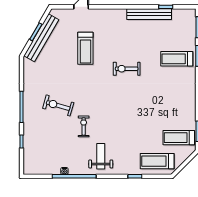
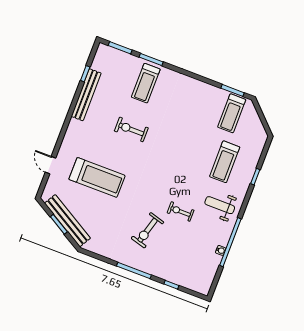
treadmill: (85, 48) -> (97, 177), width x1.37, depth x1.38
exercise bike: (127, 69) -> (131, 129), moved, turned 90
treadmill: (157, 161) -> (225, 162), moved

